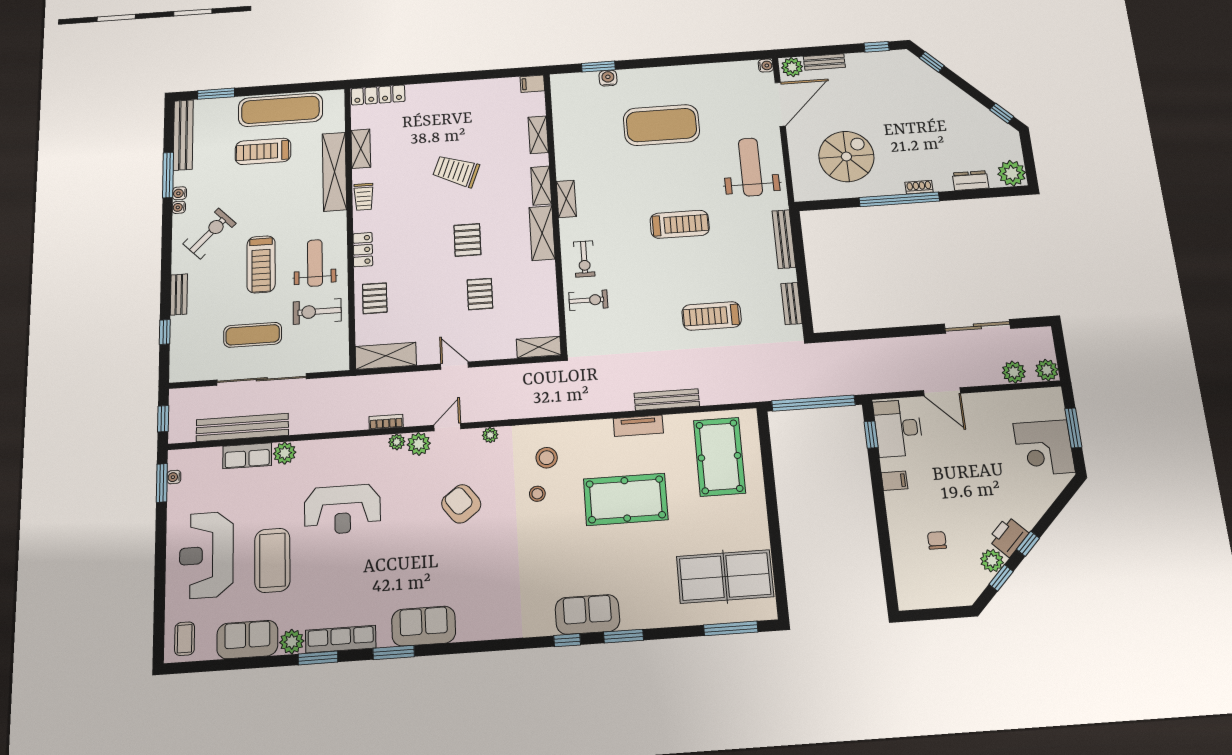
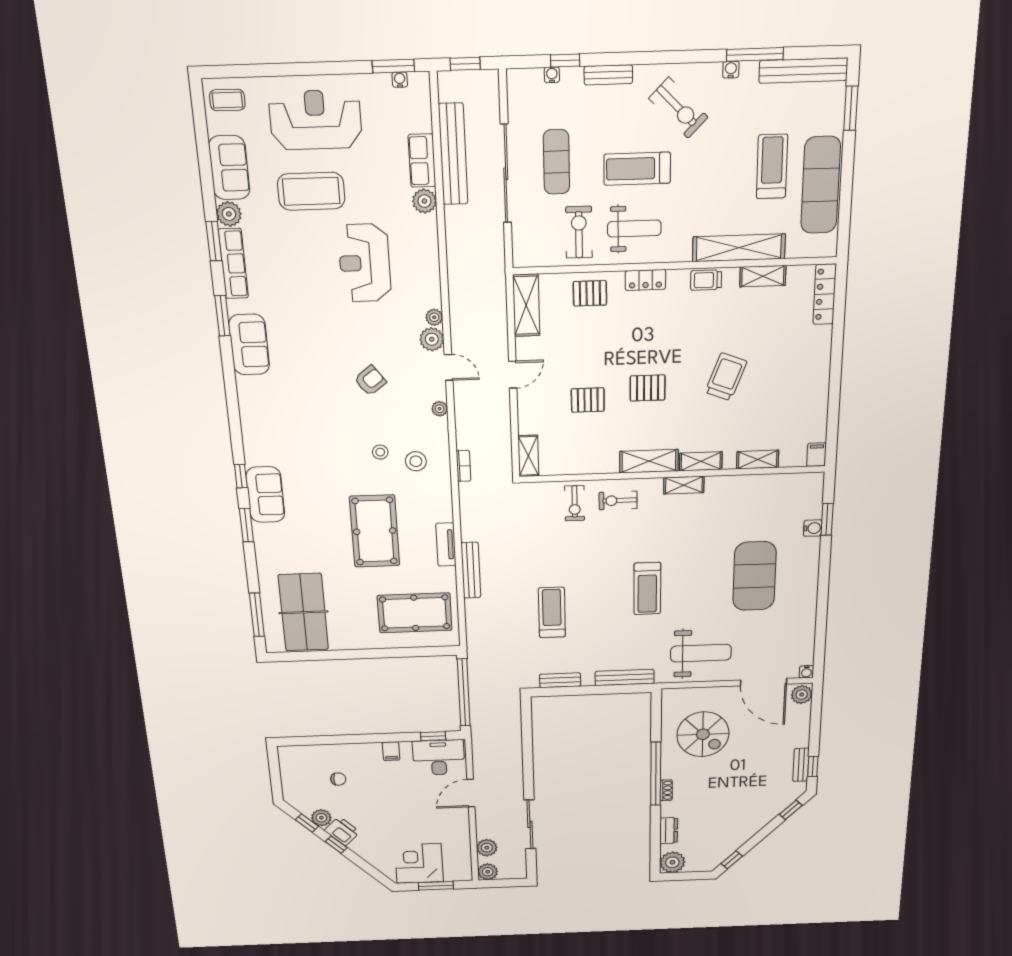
bench: (824, 62) -> (801, 765), moved
water cooler: (179, 207) -> (552, 75), moved
bookcase: (386, 422) -> (463, 466), moved
armchair: (461, 504) -> (370, 381), width x0.72, depth x0.72

